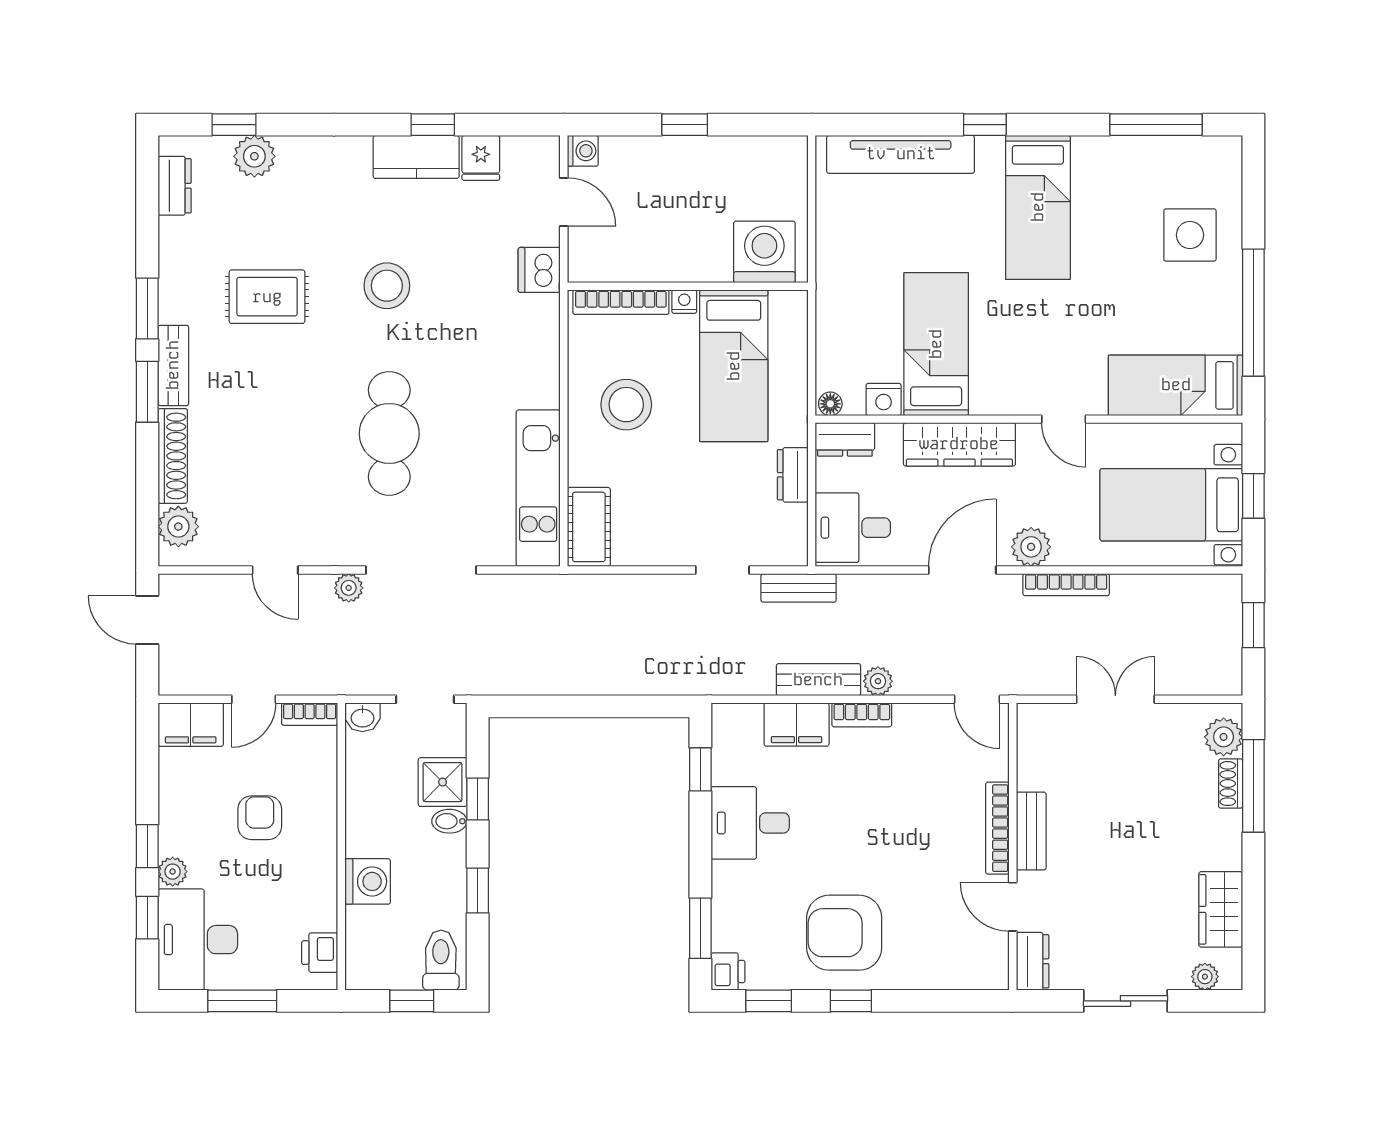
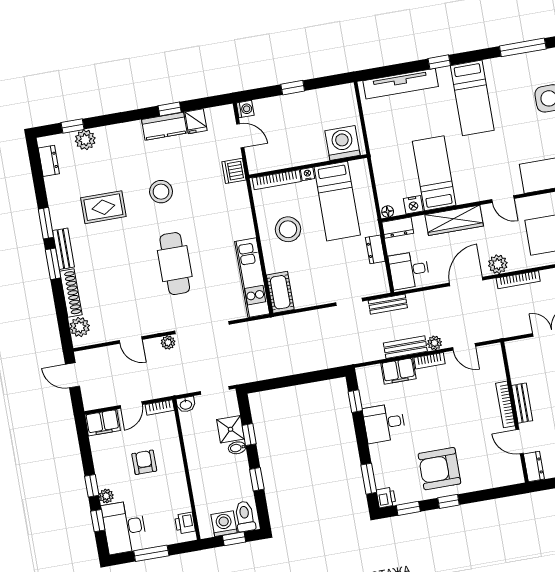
door: (977, 699) -> (464, 347), moved
washing machine: (368, 881) -> (224, 524), moved, turned -90

